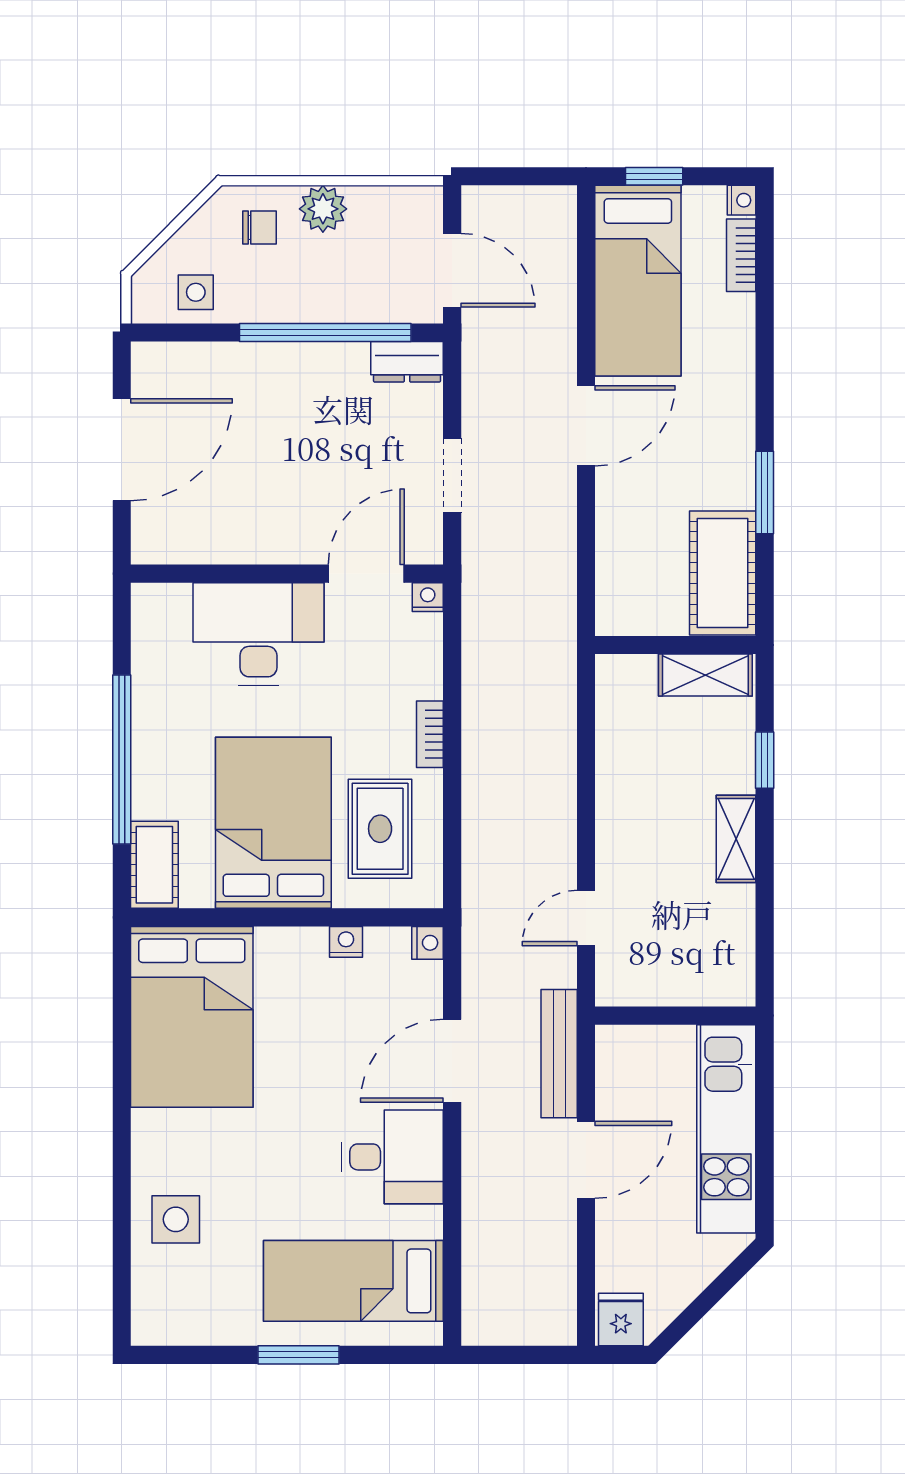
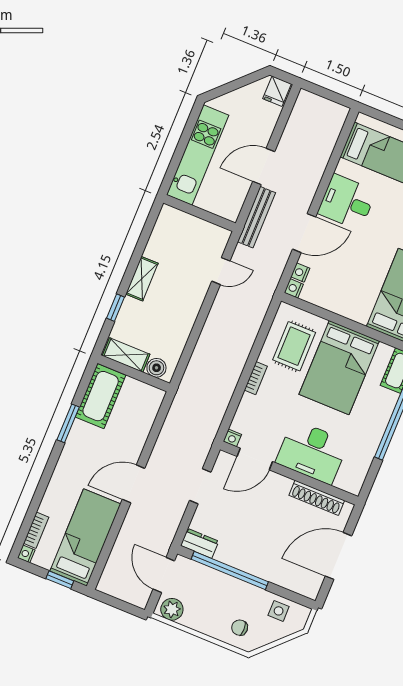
plant: (323, 209) -> (172, 609), moved
shoe rack: (212, 547) -> (317, 498), added
boiler: (635, 674) -> (156, 368), added
nightstand: (346, 942) -> (300, 273), moved, turned 90

